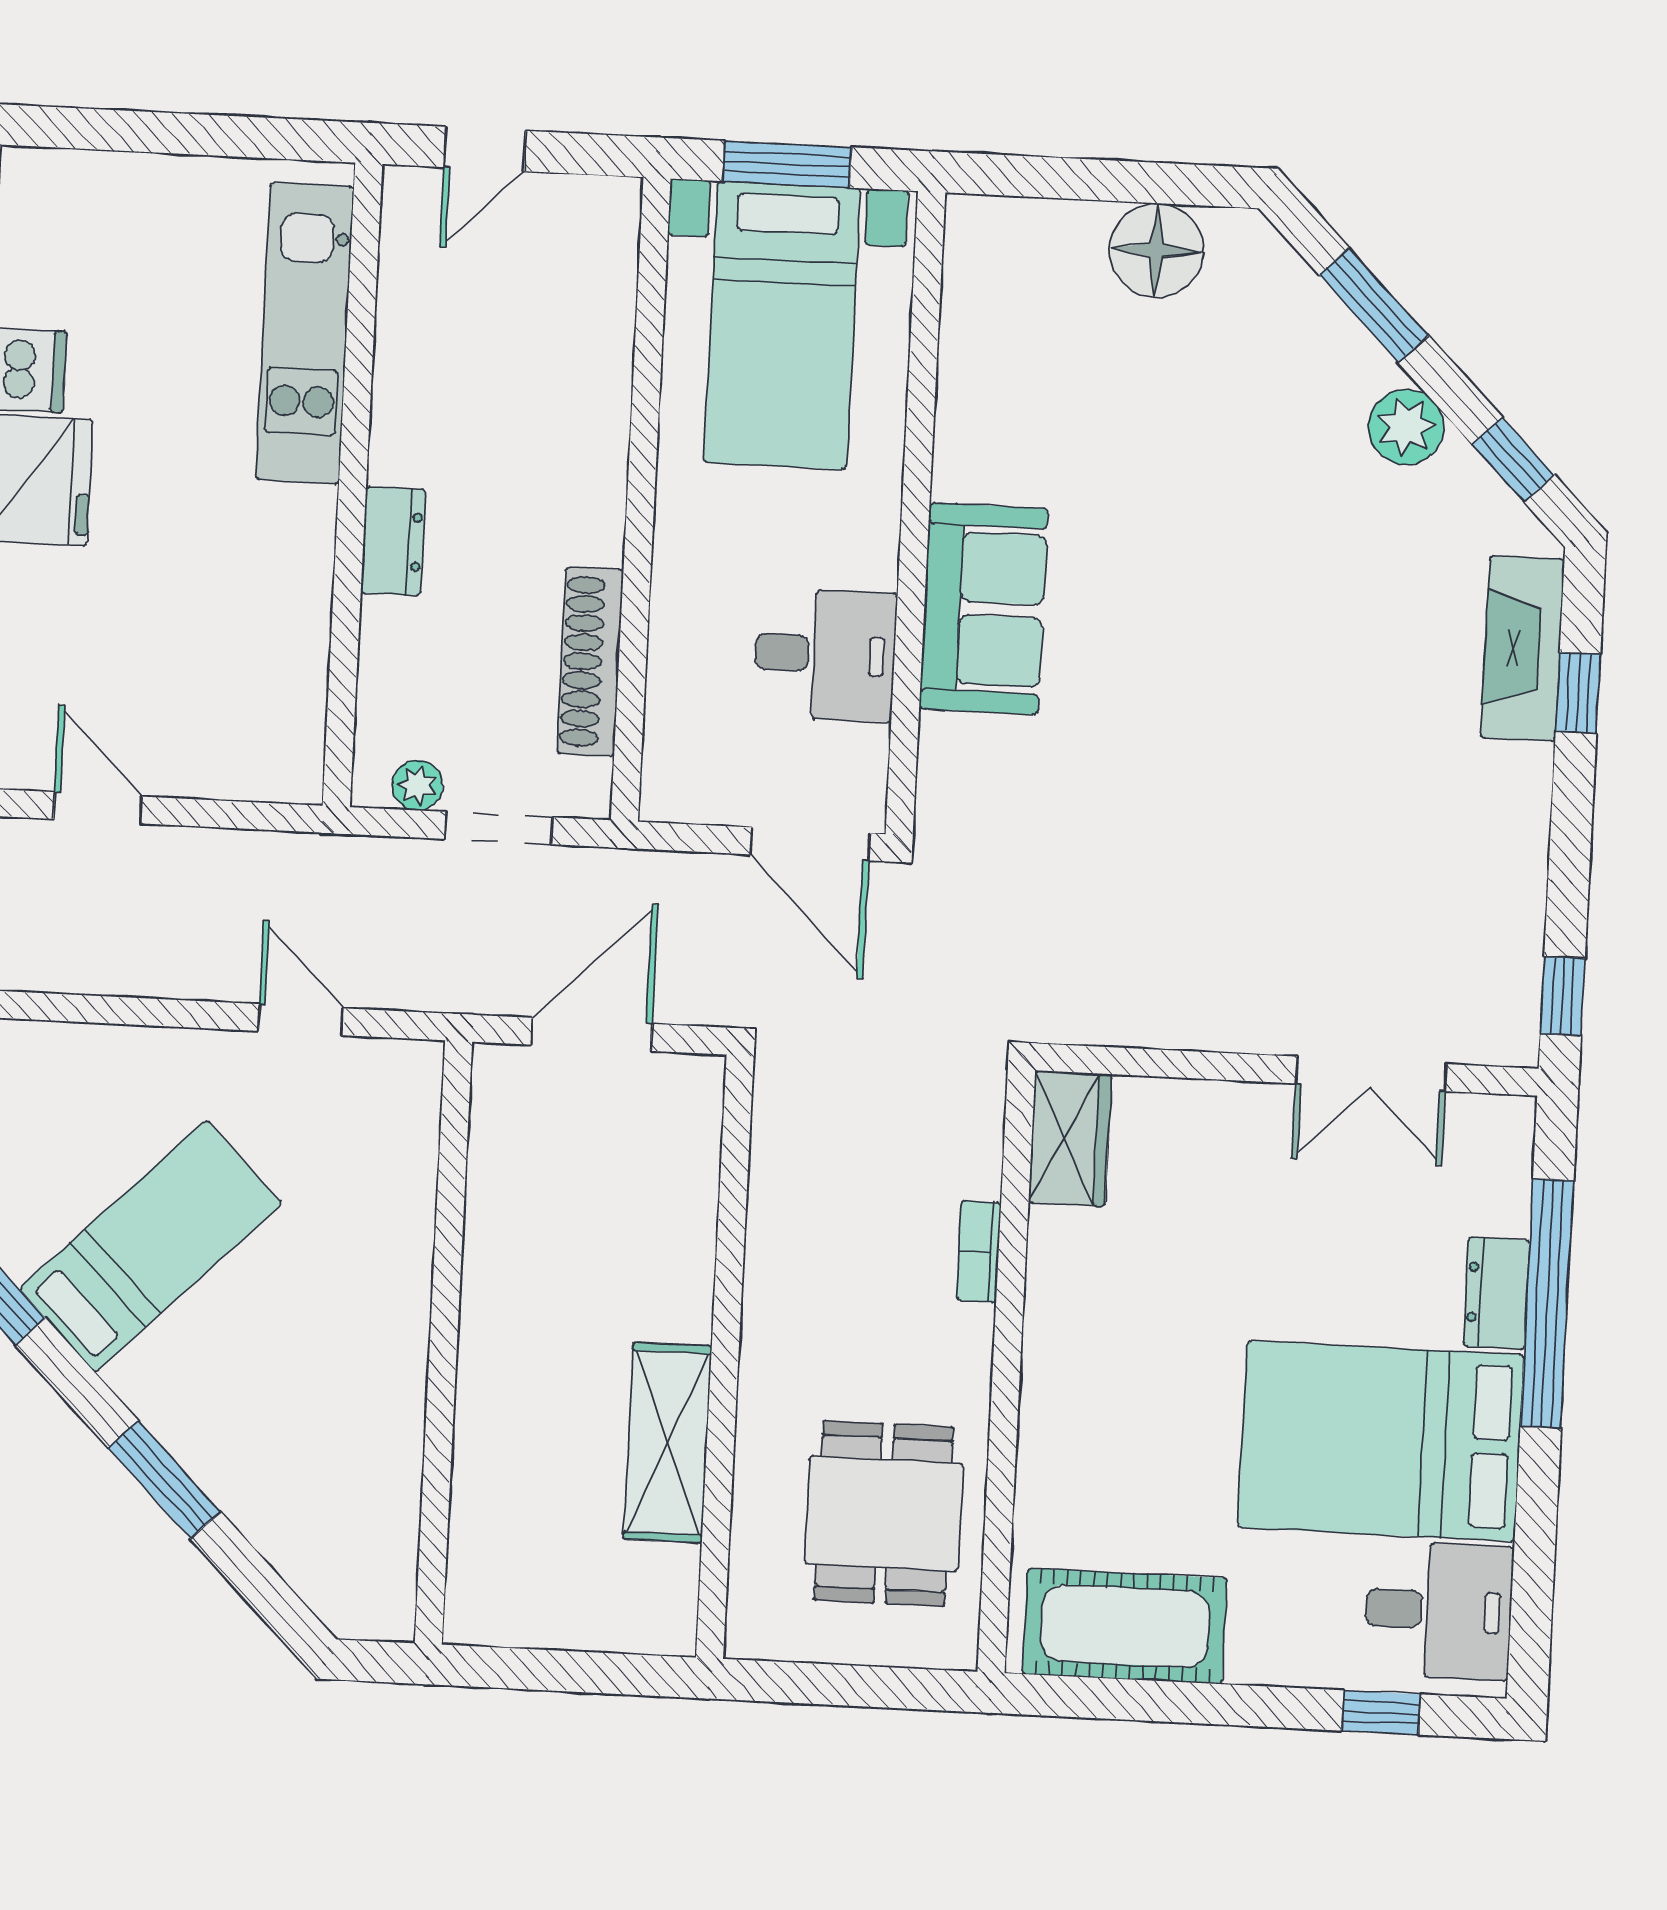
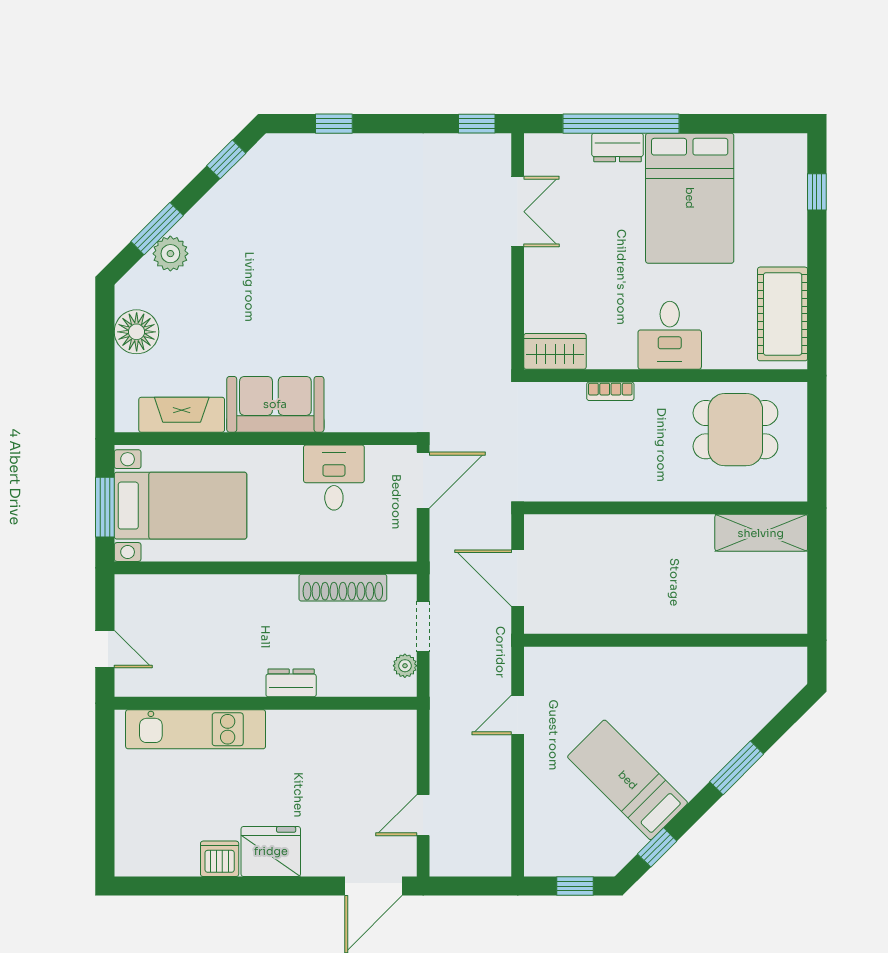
plant: (1406, 427) -> (170, 254), moved
sofa: (984, 609) -> (275, 404), moved
fireplace: (1523, 648) -> (182, 415), moved, turned 180
shelving: (668, 1443) -> (761, 533), moved
desk: (1439, 1611) -> (670, 335), moved, turned 180

